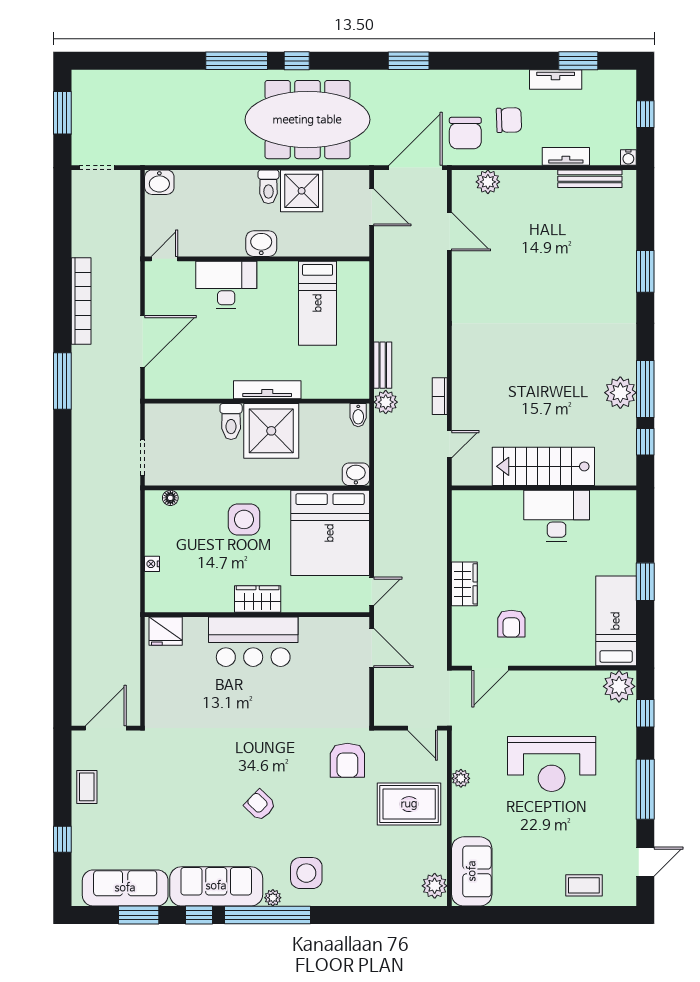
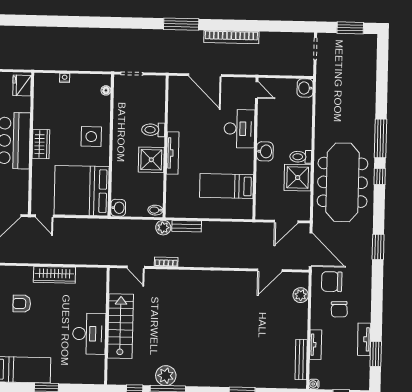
shower: (271, 431) -> (151, 160), width x0.73, depth x0.73
wardrobe: (464, 584) -> (54, 275), width x1.50

